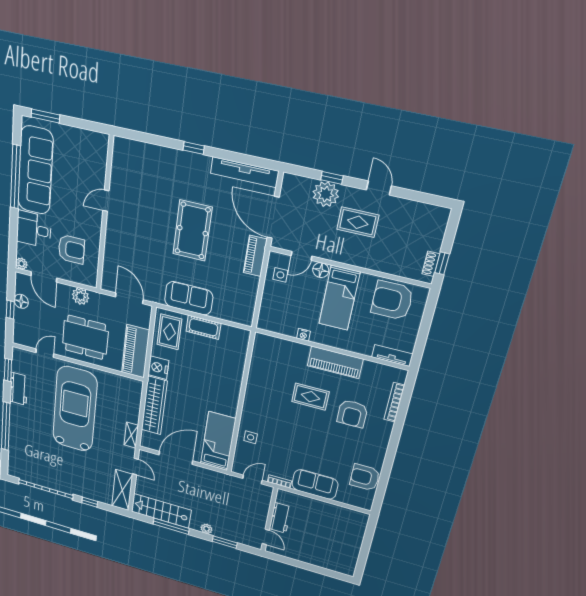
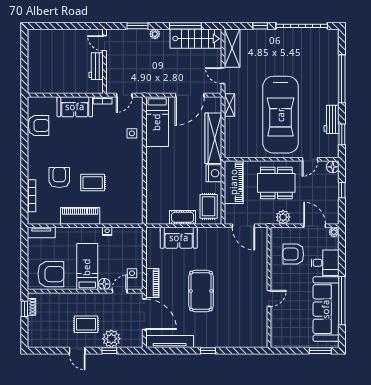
sofa: (189, 298) -> (179, 238), moved
floor lamp: (21, 301) -> (333, 167), moved

